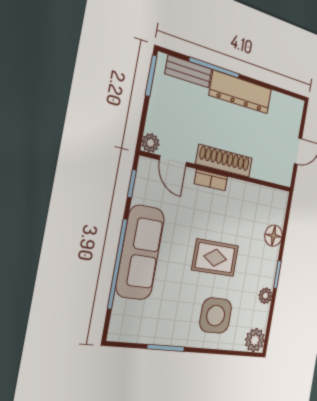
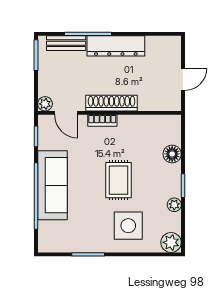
rug: (215, 258) -> (119, 180), turned 90

